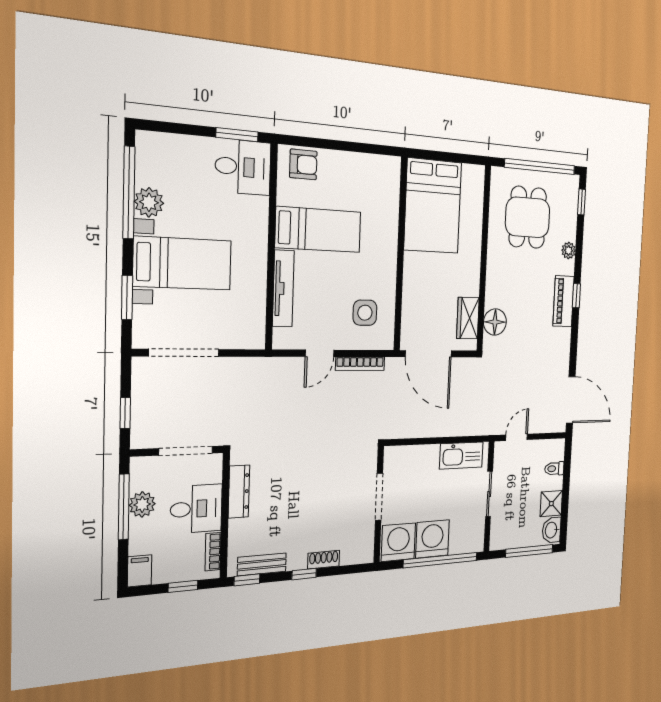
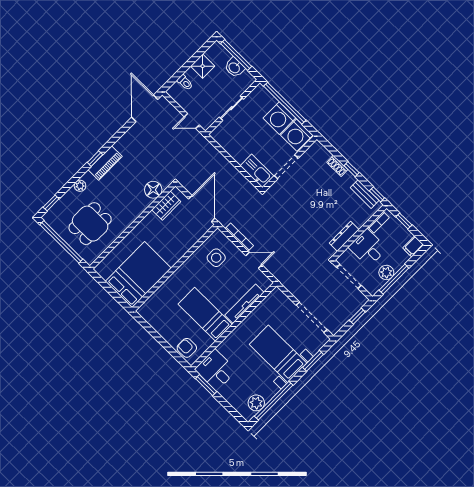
plant: (149, 202) -> (256, 403), moved
kitchen sink: (461, 455) -> (257, 171), moved
washbasin: (552, 530) -> (234, 68), moved, turned 90

